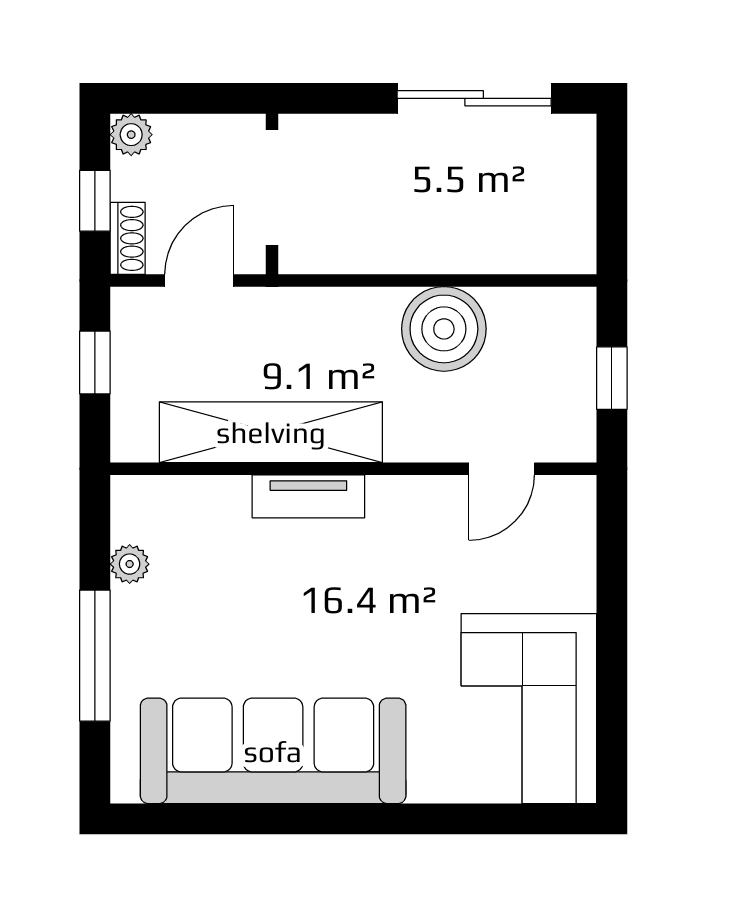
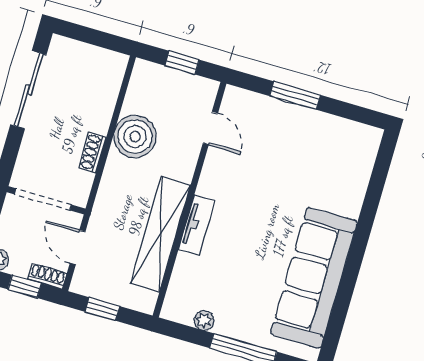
shoe rack: (390, 256) -> (92, 153), added
window: (612, 613) -> (295, 95), added
corner sofa: (529, 709) -> (329, 149), removed

